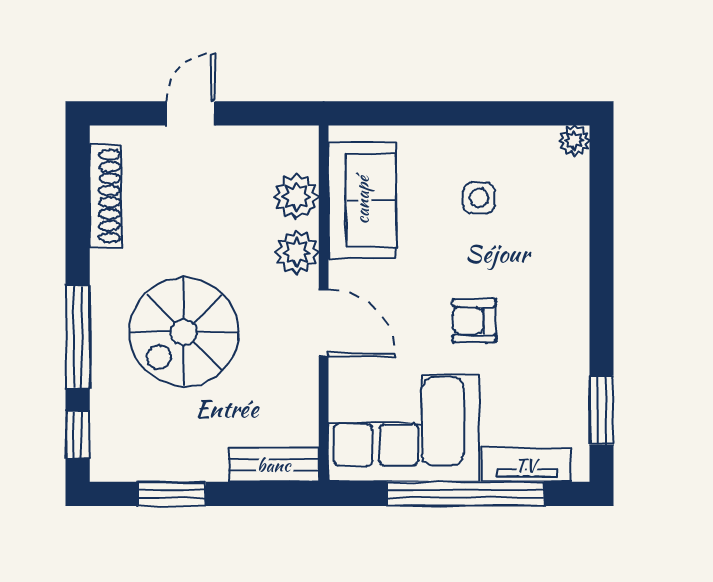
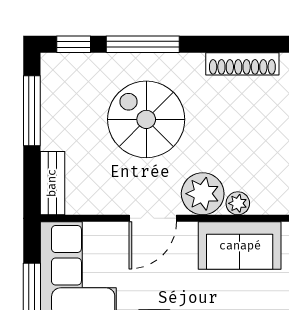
plant: (296, 197) -> (238, 203), width x0.73, depth x0.73
plant: (297, 252) -> (203, 194), width x1.36, depth x1.36
window: (172, 494) -> (32, 111), width x1.44

